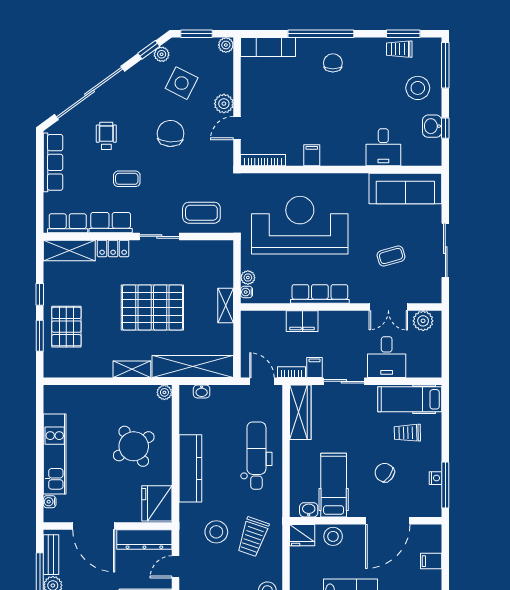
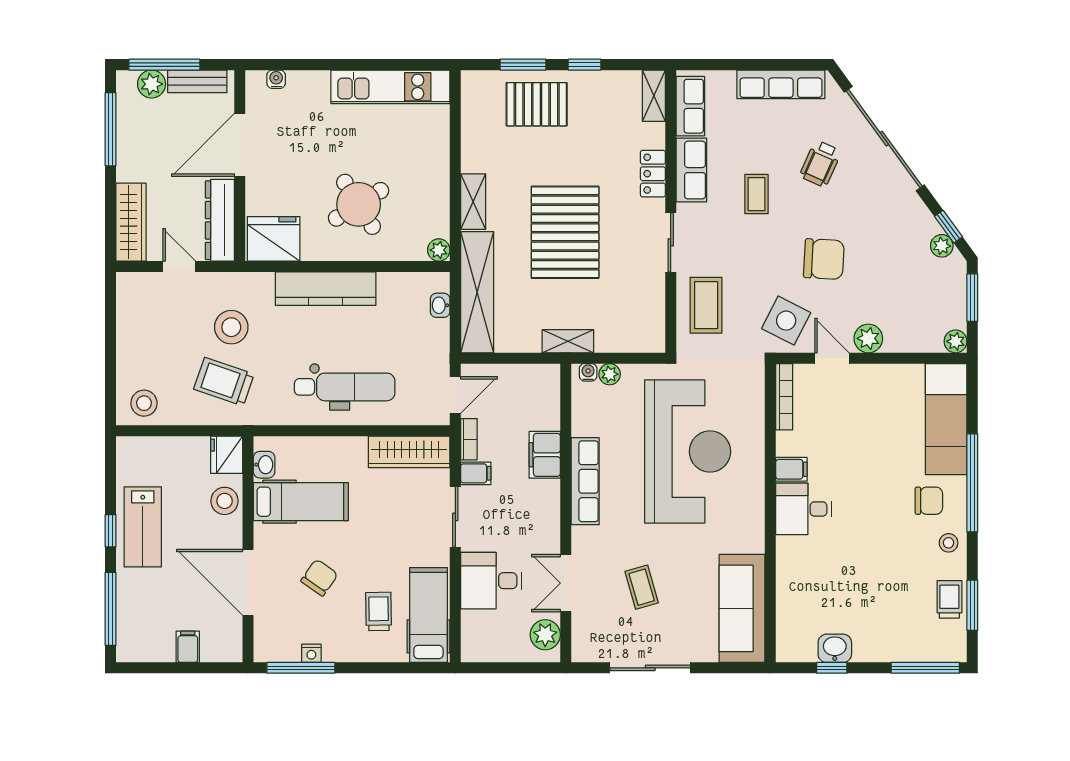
exam couch: (268, 47) -> (946, 419), width x1.36, depth x1.45
side table: (182, 83) -> (786, 321), moved
stool: (418, 88) -> (949, 543), moved, width x0.53, depth x0.53
wheelchair: (106, 136) -> (820, 164), turned 114
desk: (383, 147) -> (803, 509), moved
shelving: (69, 250) -> (654, 96), width x0.67, depth x0.75
kitchen unit: (55, 454) -> (390, 87), moved

